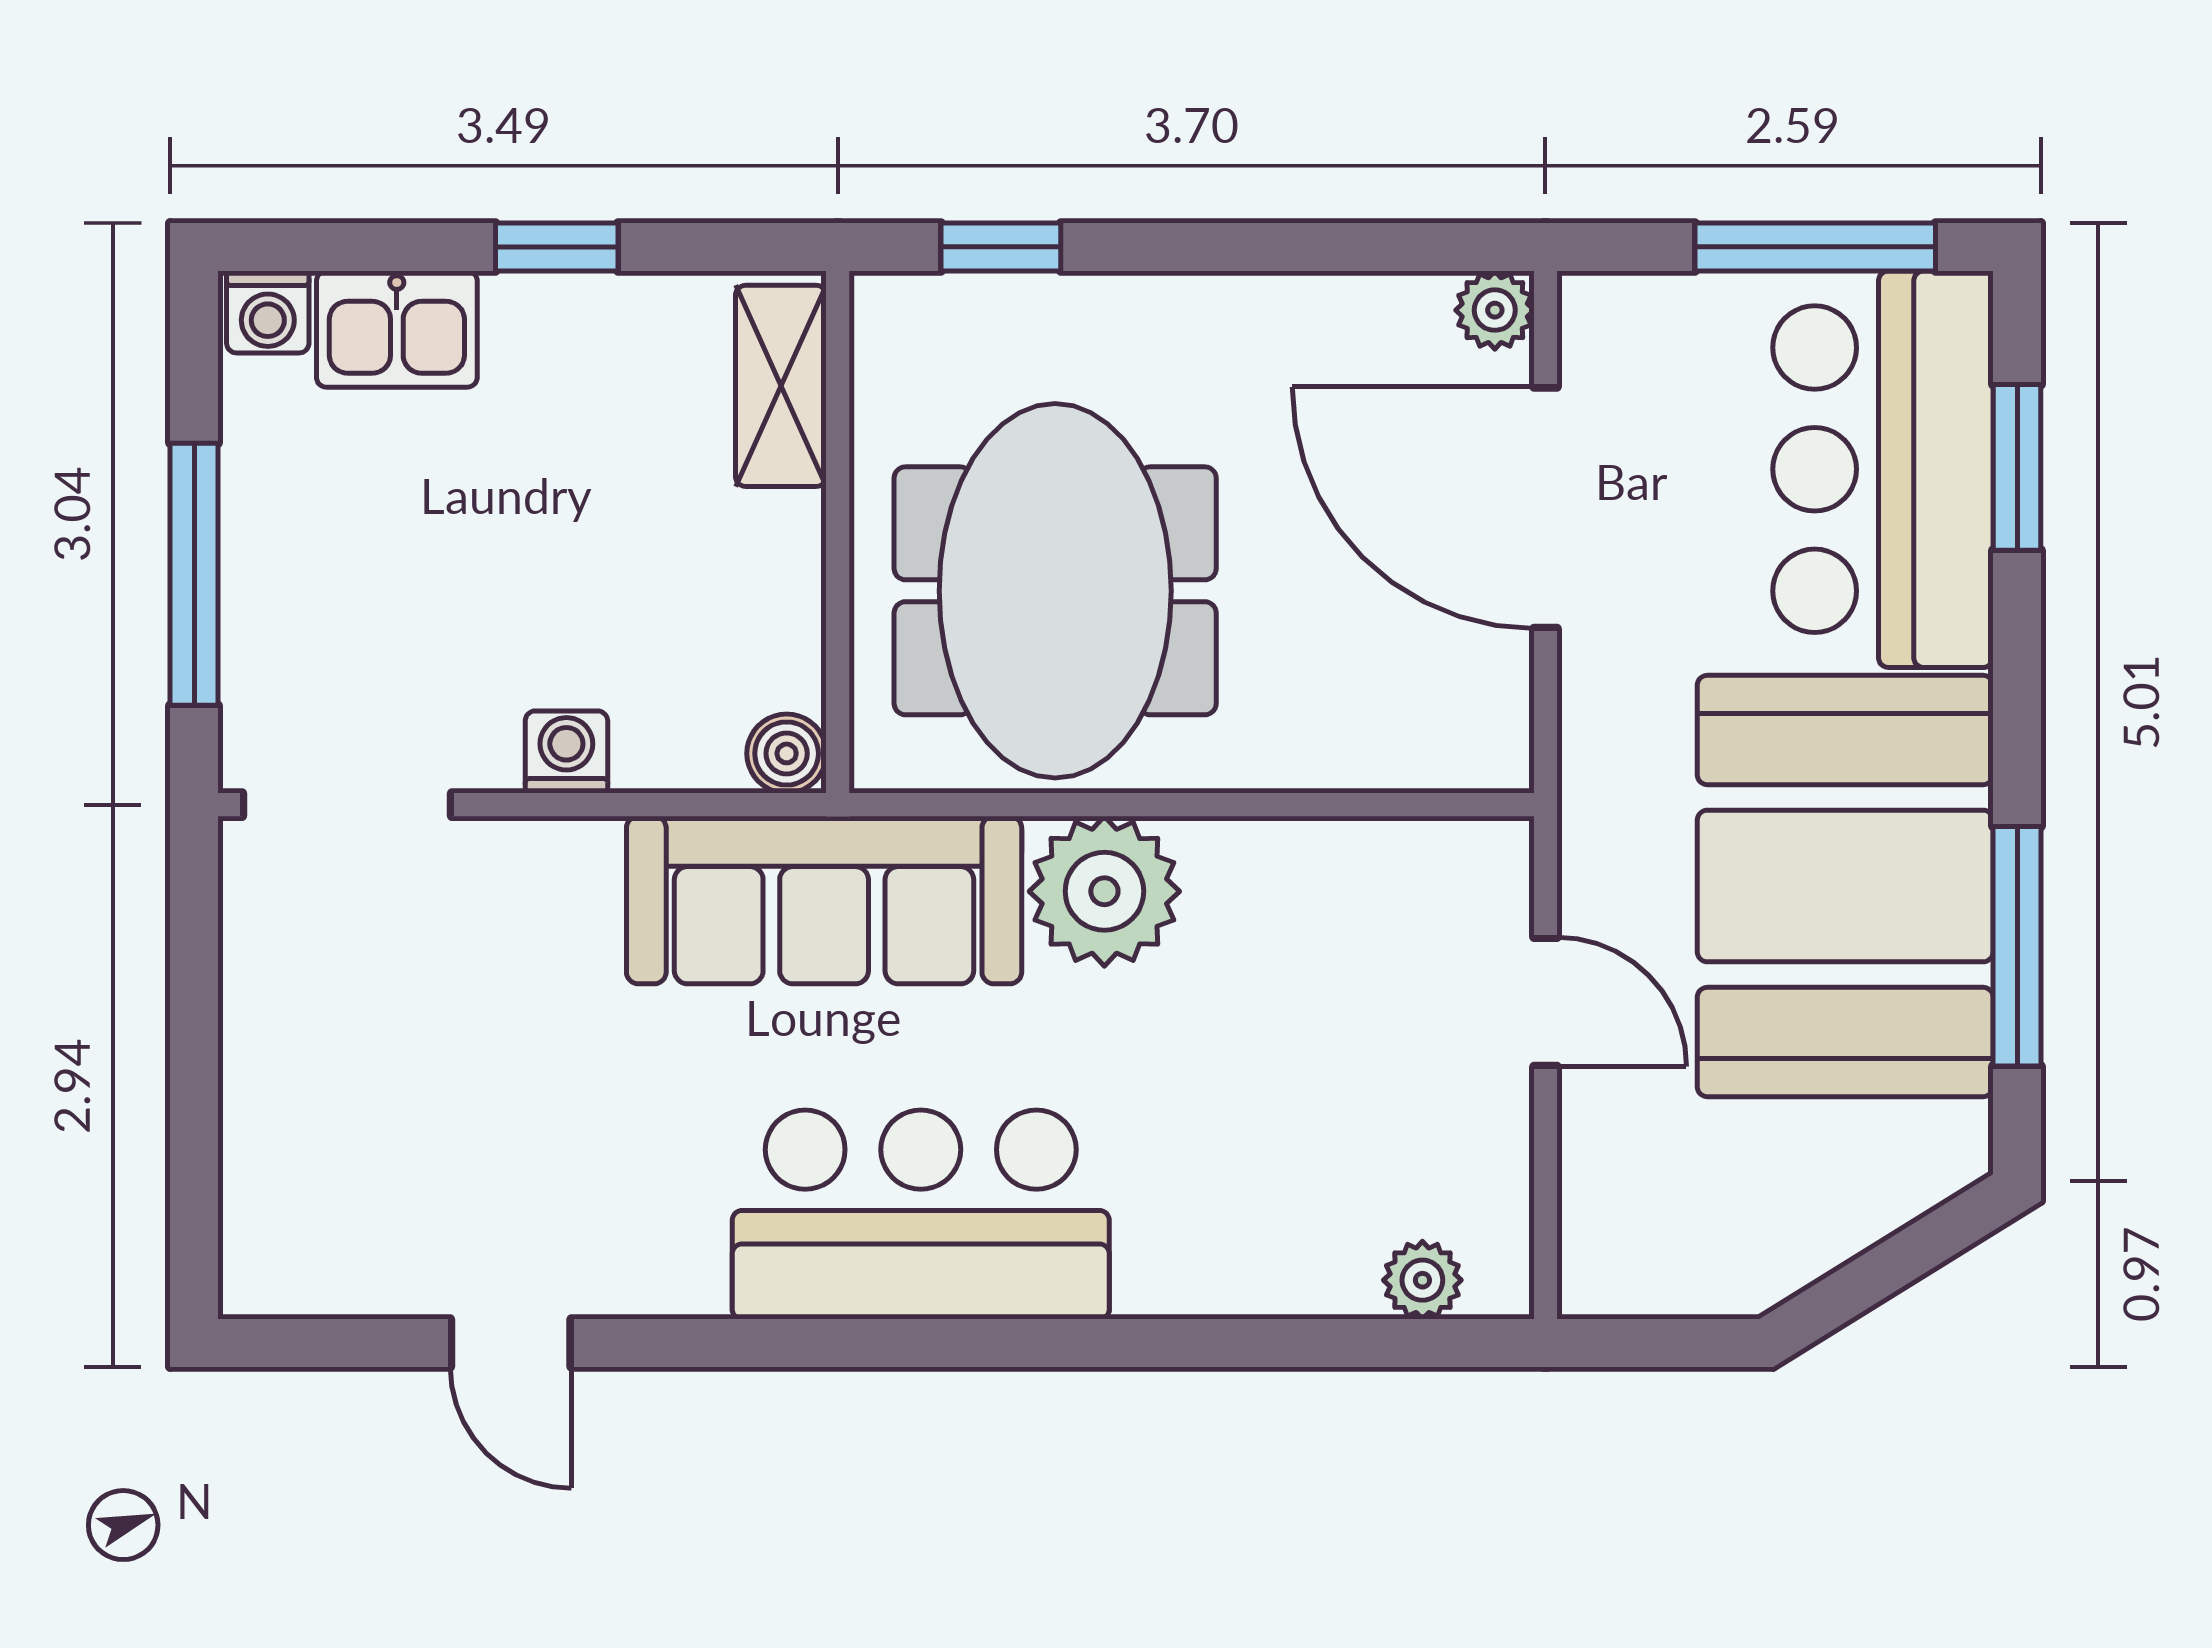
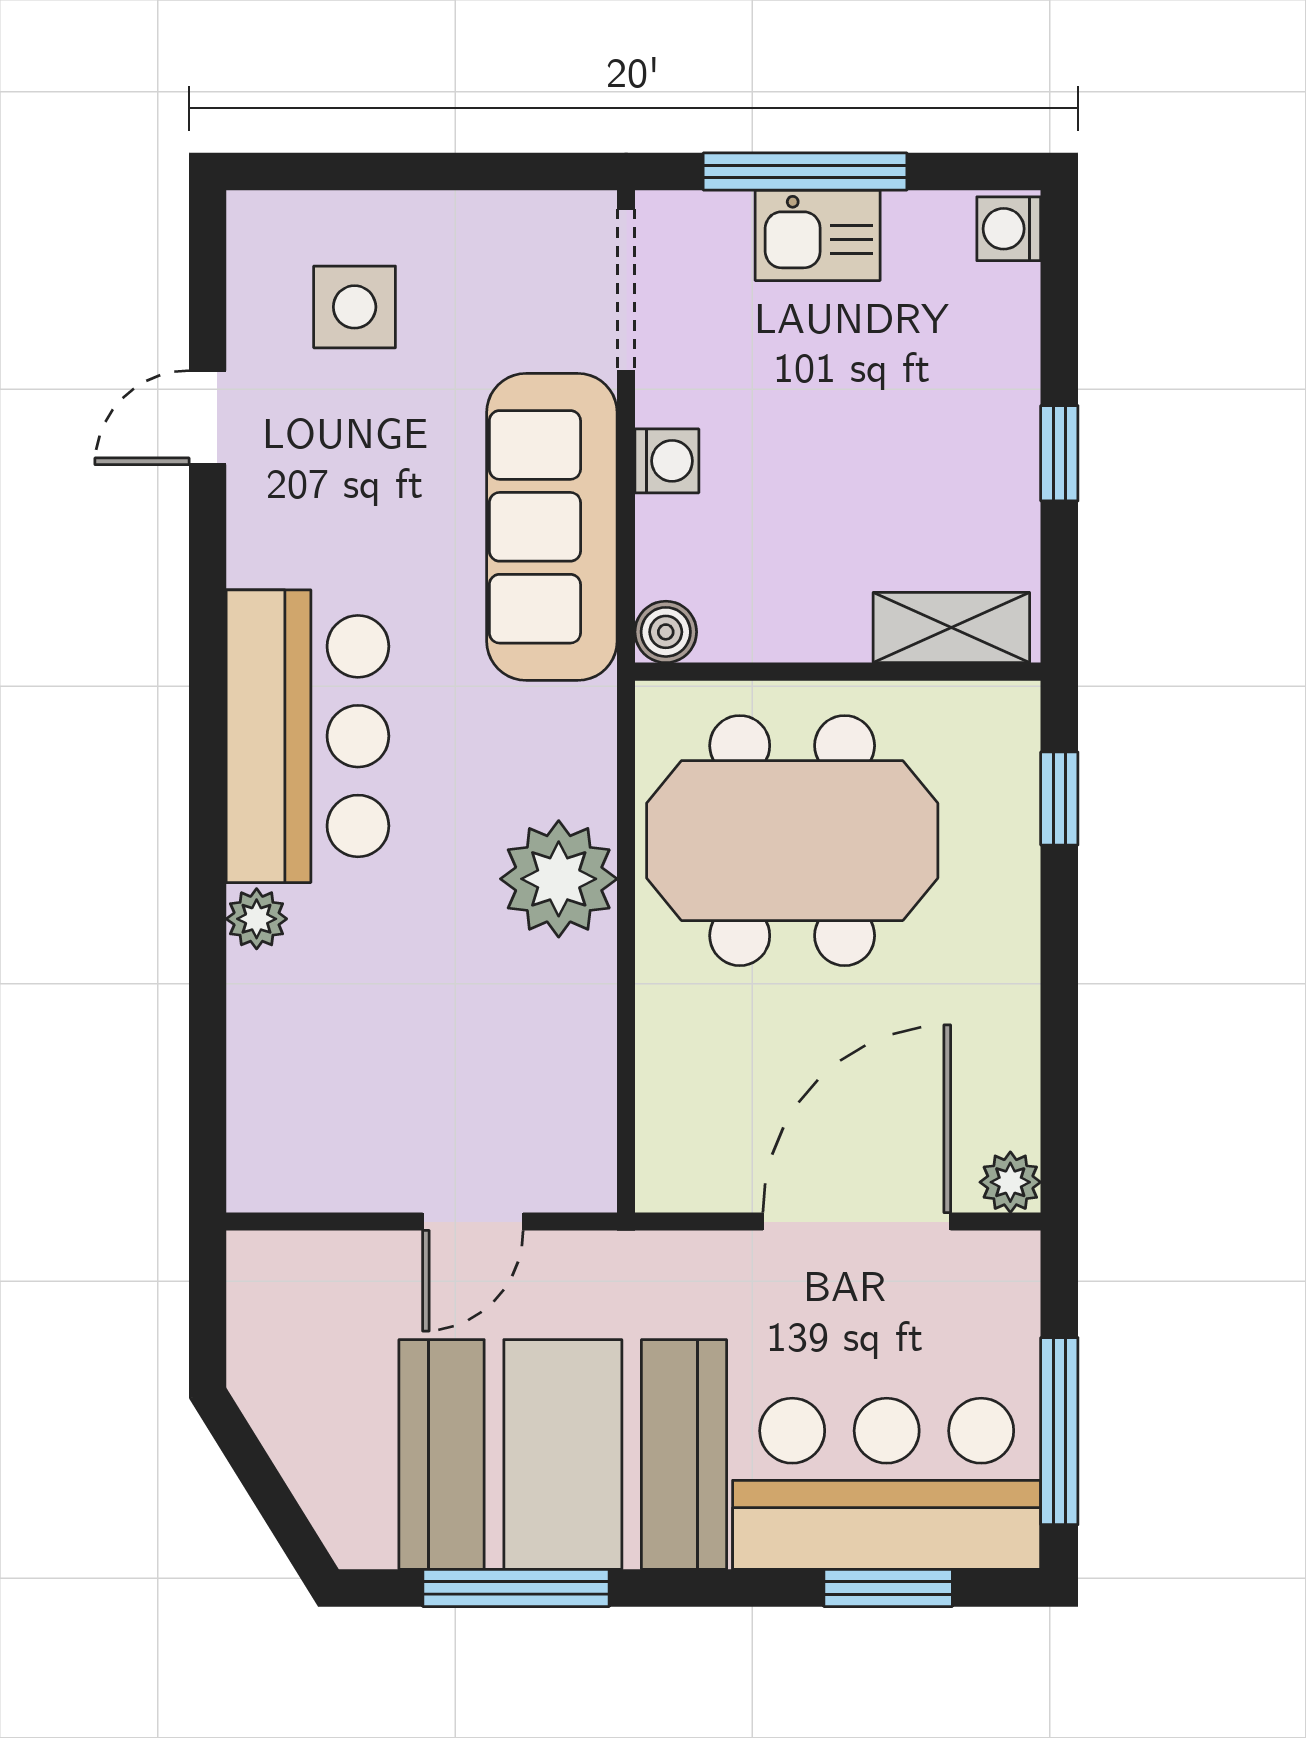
kitchen sink: (397, 329) -> (818, 235), moved, turned -90
sofa: (824, 900) -> (552, 527), moved
side table: (368, 1154) -> (355, 307), added
plant: (1422, 1280) -> (257, 919), moved

